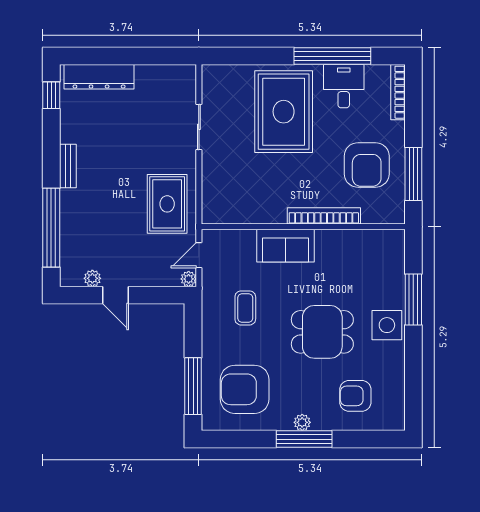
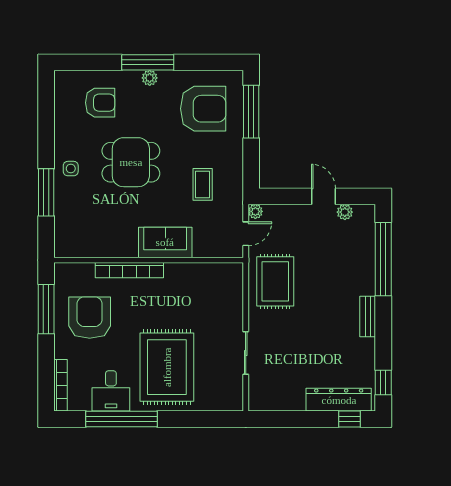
window: (88, 56) -> (349, 419), added
side table: (387, 325) -> (71, 169), width x0.54, depth x0.54

